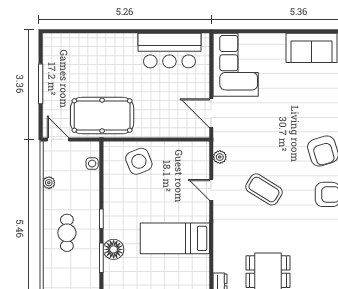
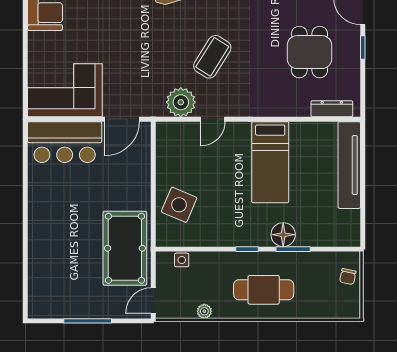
bar counter: (169, 51) -> (65, 142), moved, turned 90
plant: (220, 157) -> (181, 102), width x1.87, depth x1.87
side table: (139, 161) -> (179, 205), turned 45
cafe table: (67, 233) -> (264, 290), width x1.37, depth x1.35

